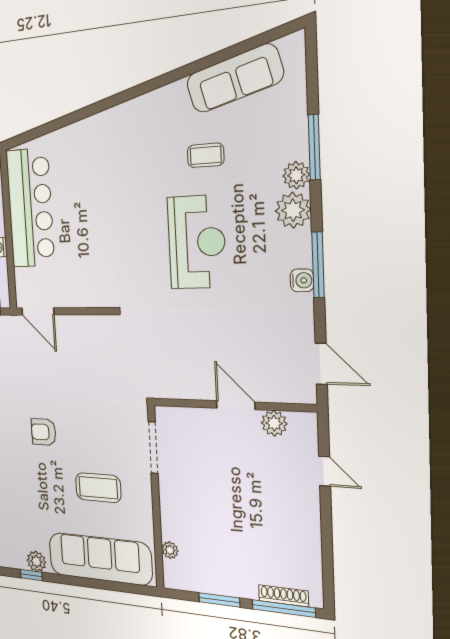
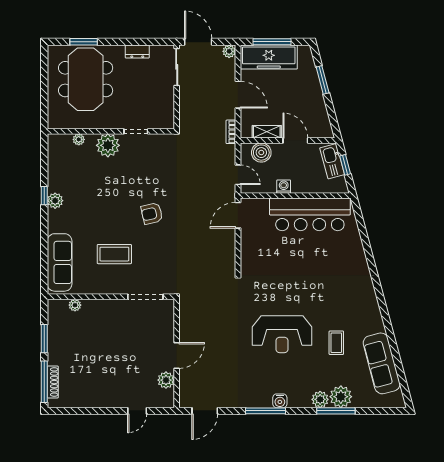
plant: (293, 210) -> (341, 397), moved
water cooler: (302, 280) -> (280, 401), moved
armchair: (44, 432) -> (152, 214), turned -103
coffee table: (98, 488) -> (114, 254), turned 90
sofa: (100, 559) -> (60, 262), width x0.74, depth x0.79

